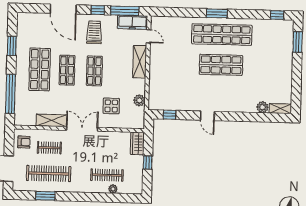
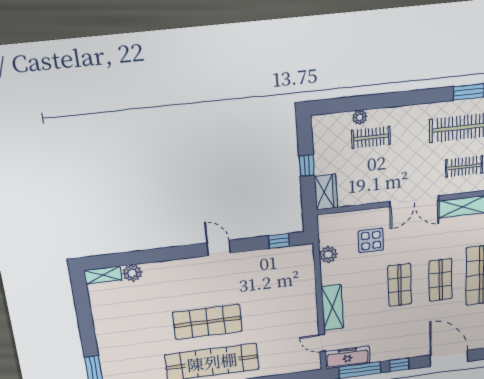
trolley: (94, 32) -> (403, 336), removed
clothes rail: (107, 175) -> (371, 137), width x0.73

